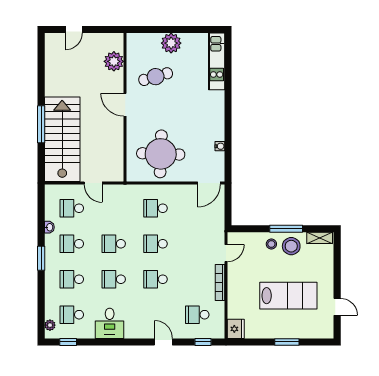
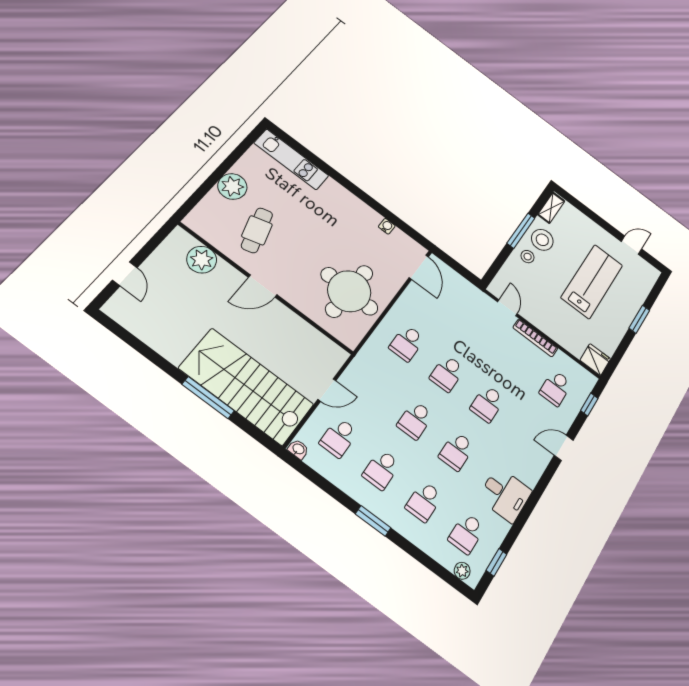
washbasin: (49, 227) -> (298, 449), moved

